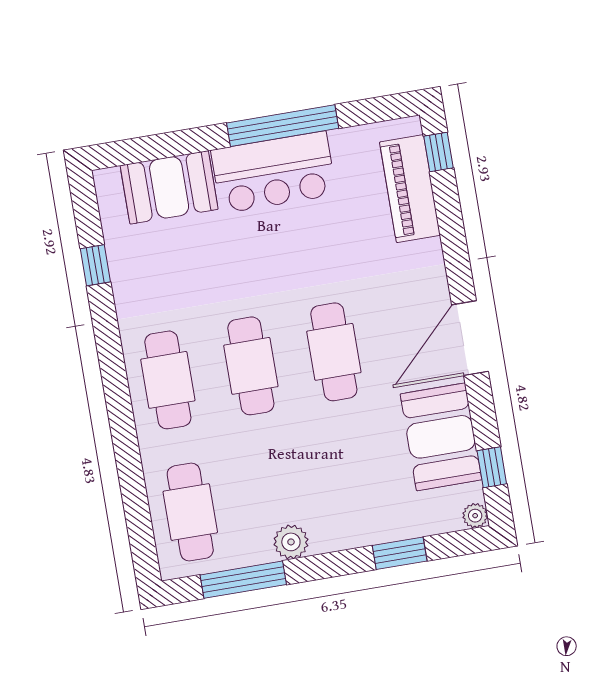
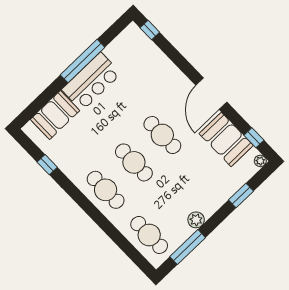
piano: (410, 189) -> (149, 52), removed

